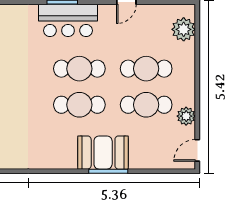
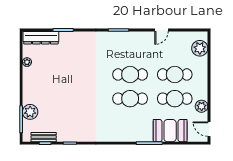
bar counter: (68, 20) -> (122, 42), removed
door: (197, 150) -> (209, 129), hinge flipped
booth: (103, 153) -> (170, 131), moved

